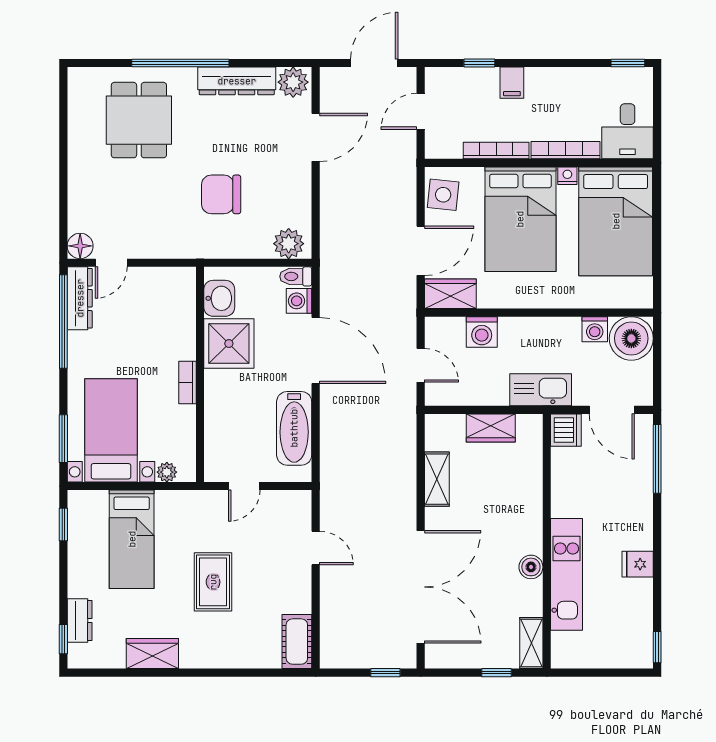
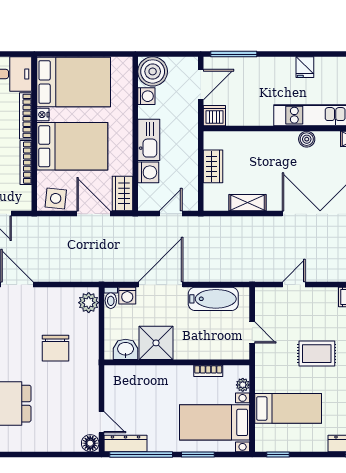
bookcase: (187, 383) -> (208, 371), moved
kitchen sink: (541, 390) -> (149, 140), moved, turned 180
window: (63, 439) -> (198, 455), moved

